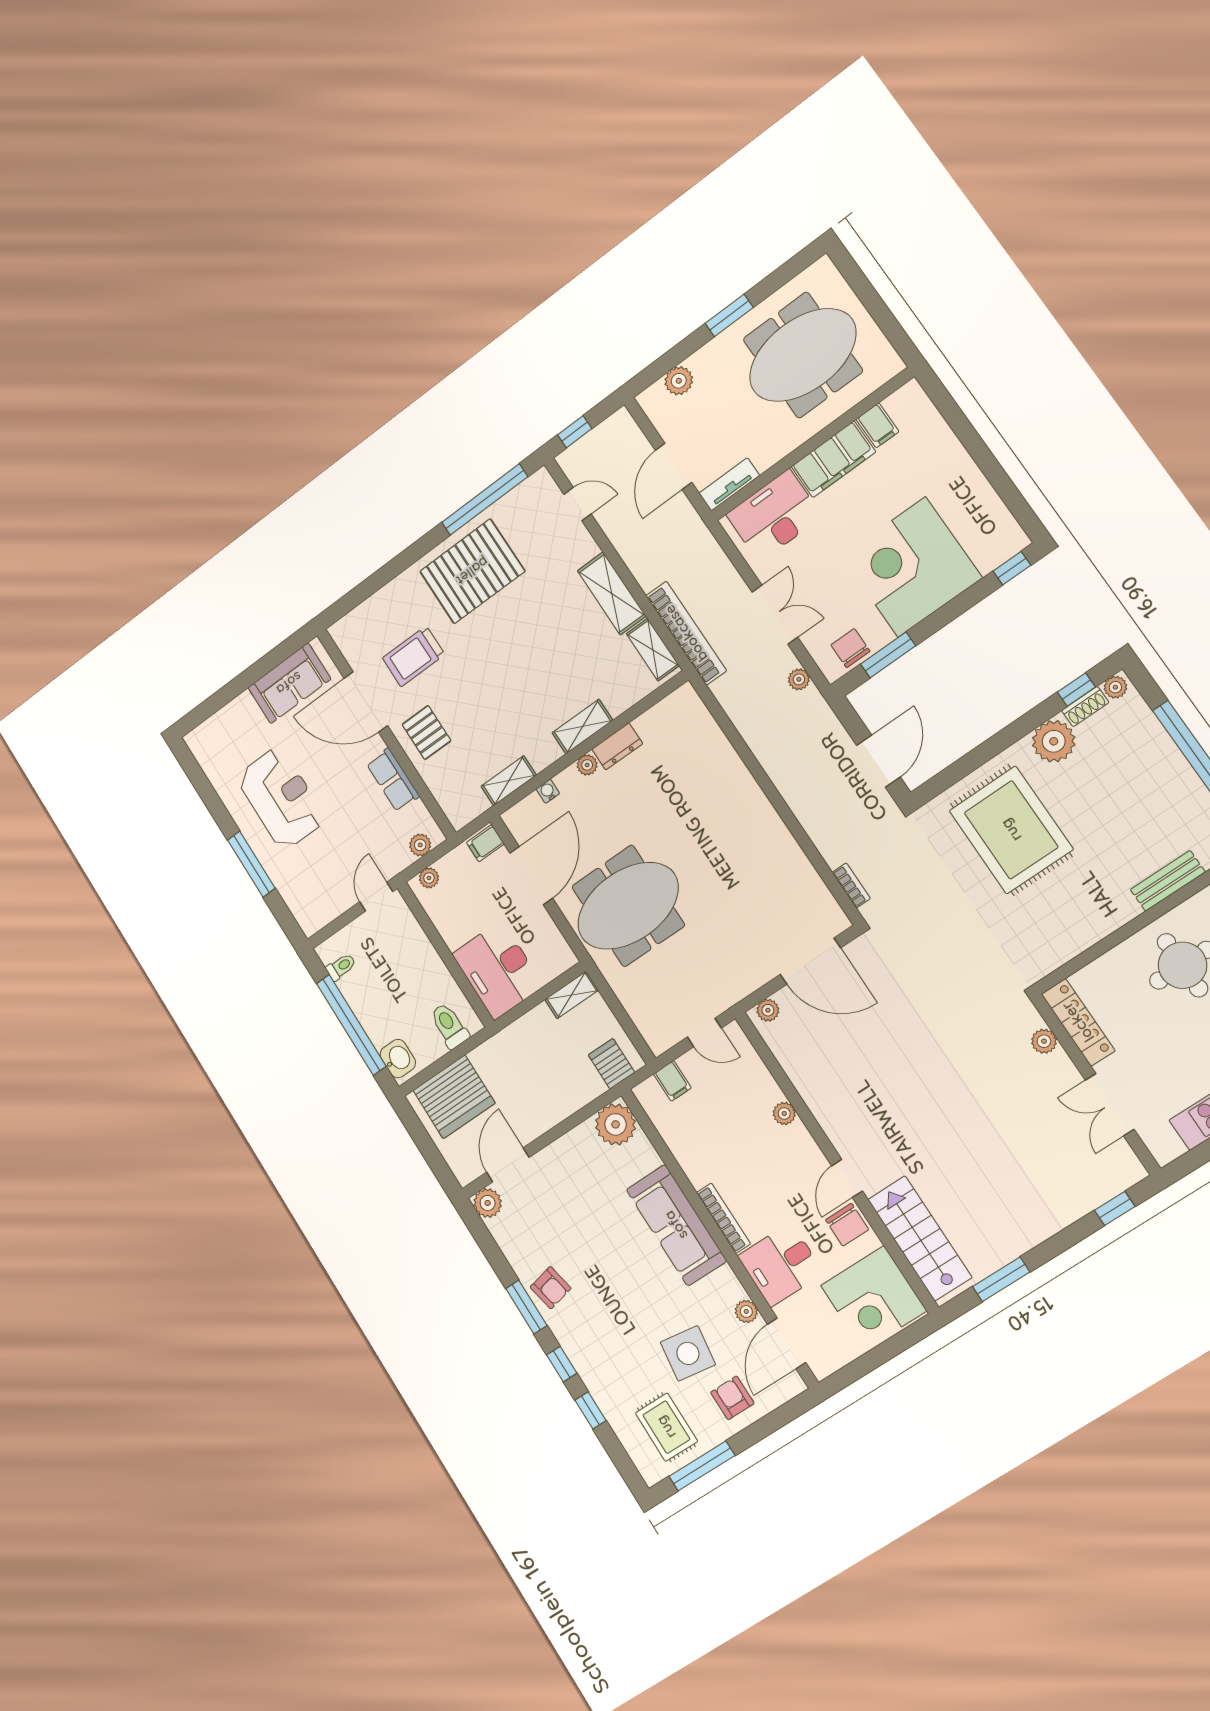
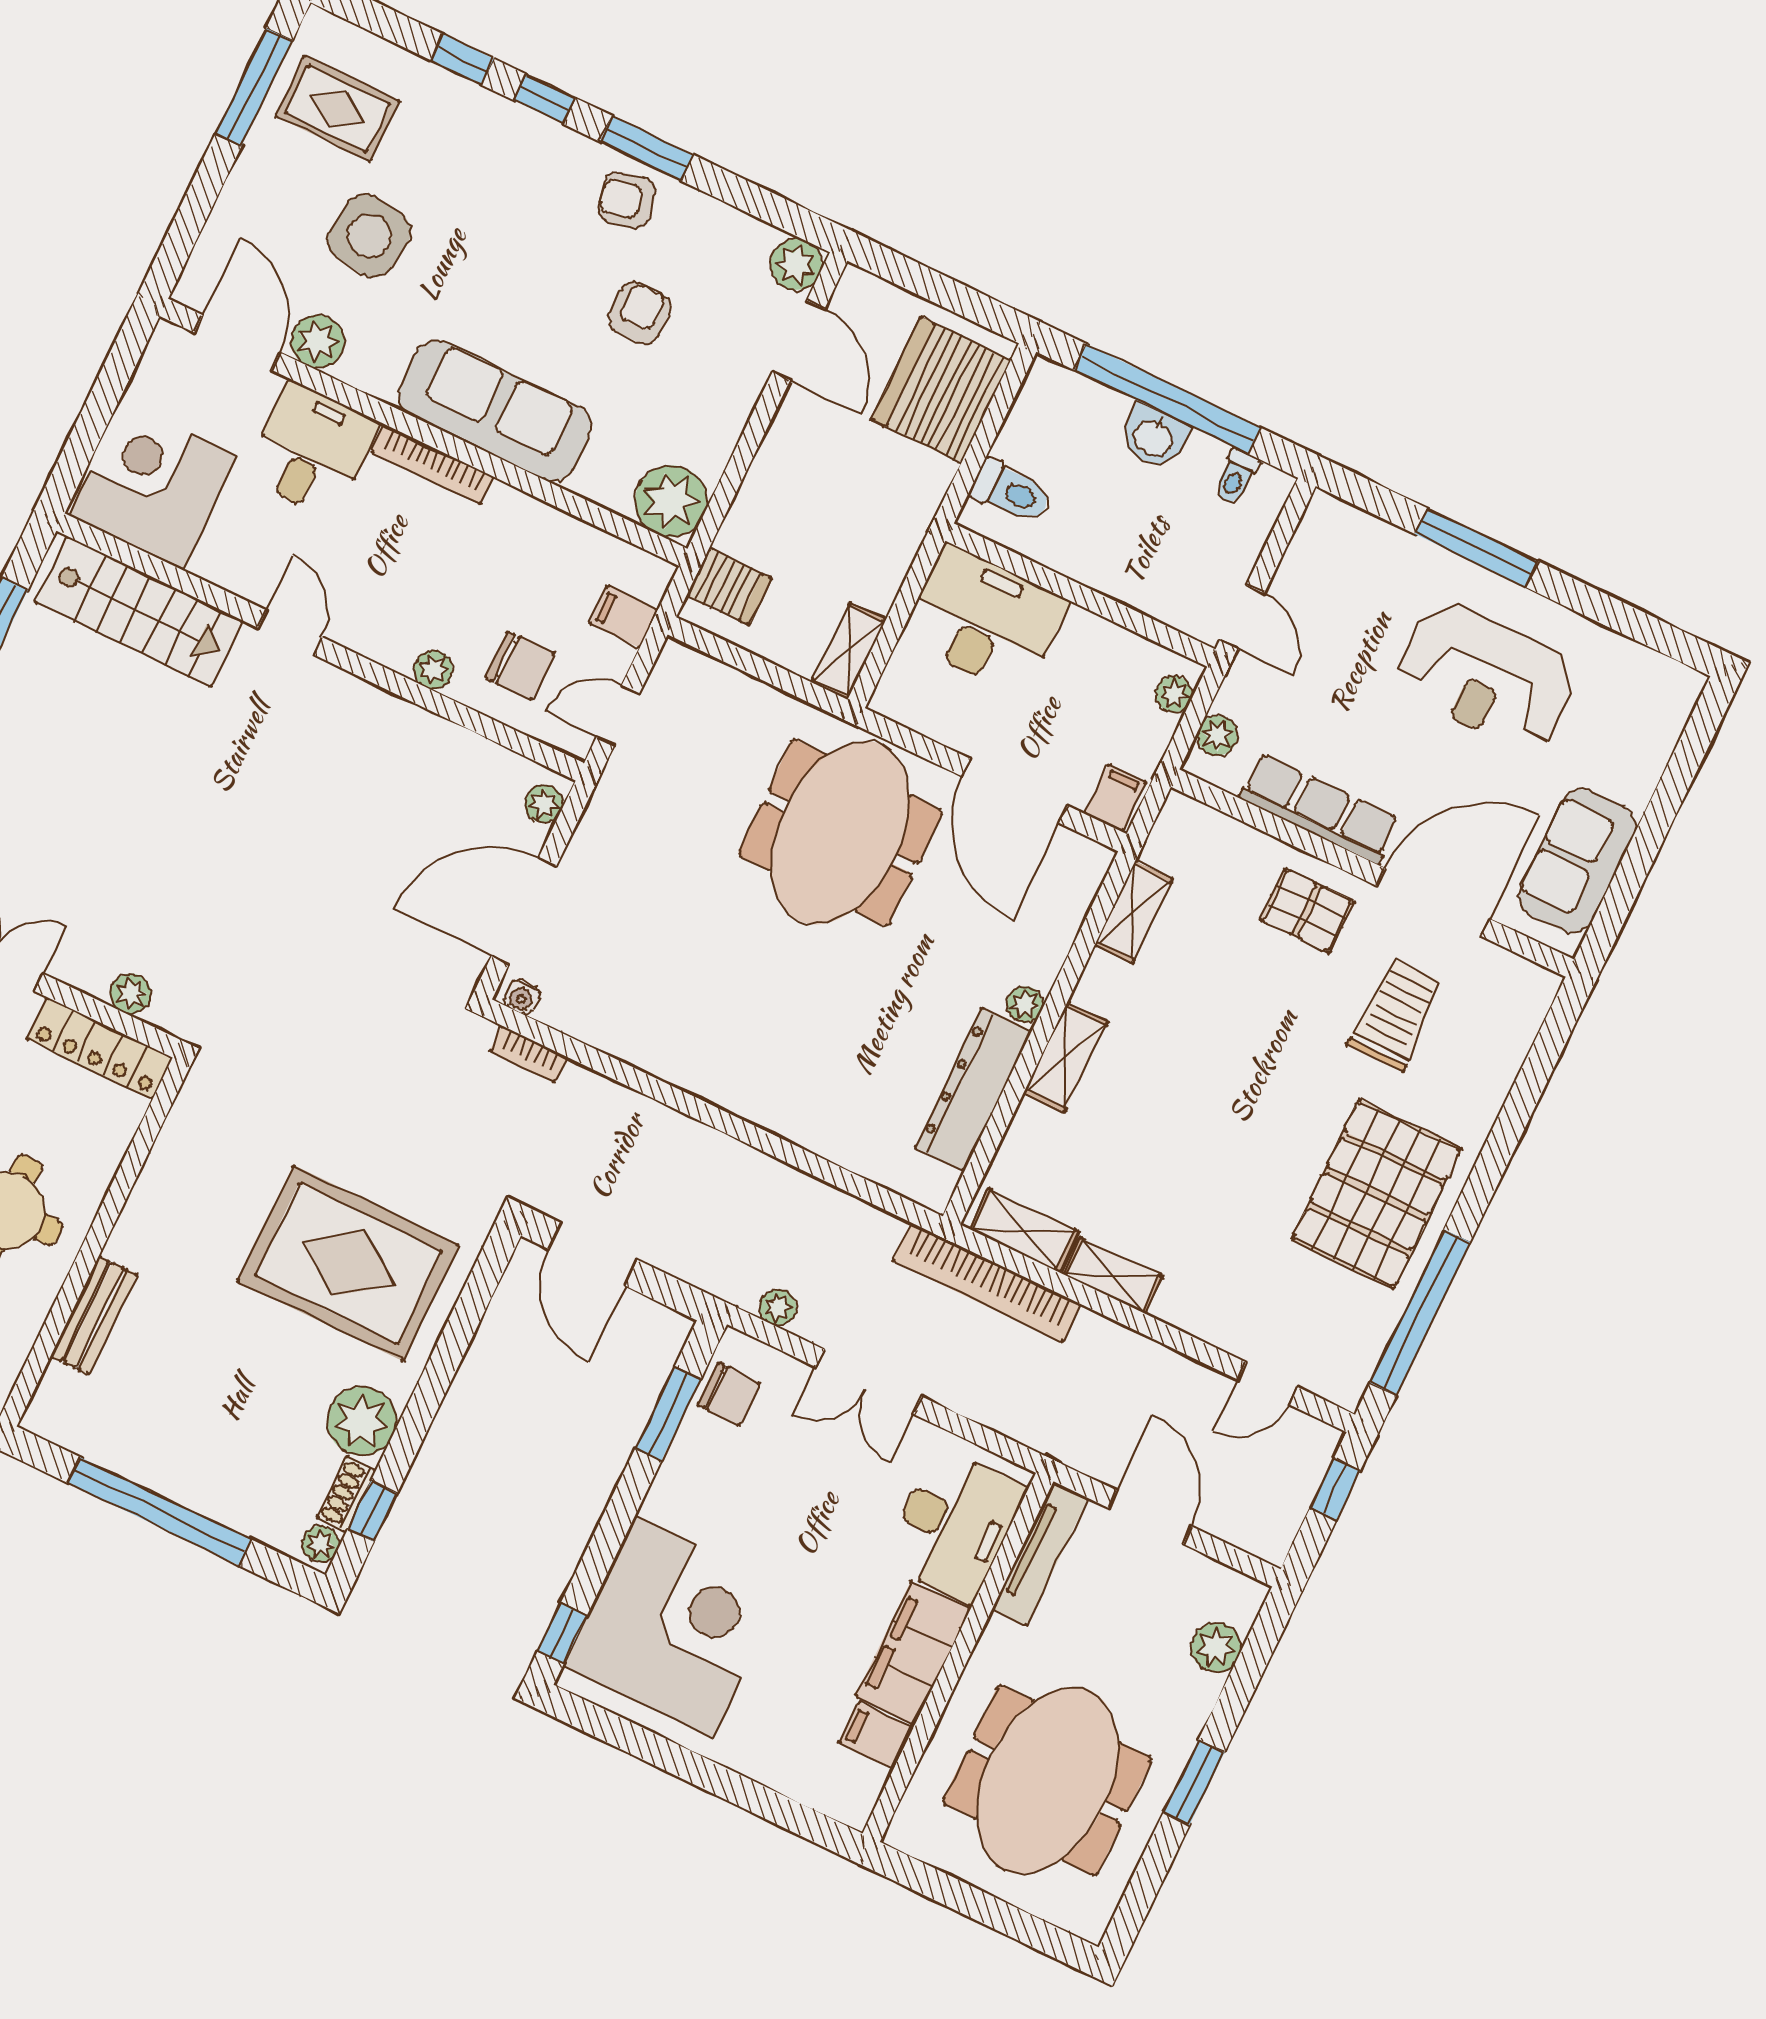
tv unit: (729, 484) -> (1040, 1554), width x1.41
corner desk: (912, 567) -> (674, 1627), moved
shelving: (612, 593) -> (1112, 1275), width x0.67, depth x0.75
dresser: (617, 746) -> (973, 1090), width x1.96, depth x1.24
row of seats: (393, 780) -> (1319, 809), width x1.48
water cooler: (548, 791) -> (522, 997), moved, turned 90
washbasin: (398, 1059) -> (1154, 437), moved
chair: (847, 1225) -> (520, 666), moved, turned 180
plant: (746, 1311) -> (318, 341), width x1.38, depth x1.38
armchair: (732, 1398) -> (640, 313), moved, turned -90

